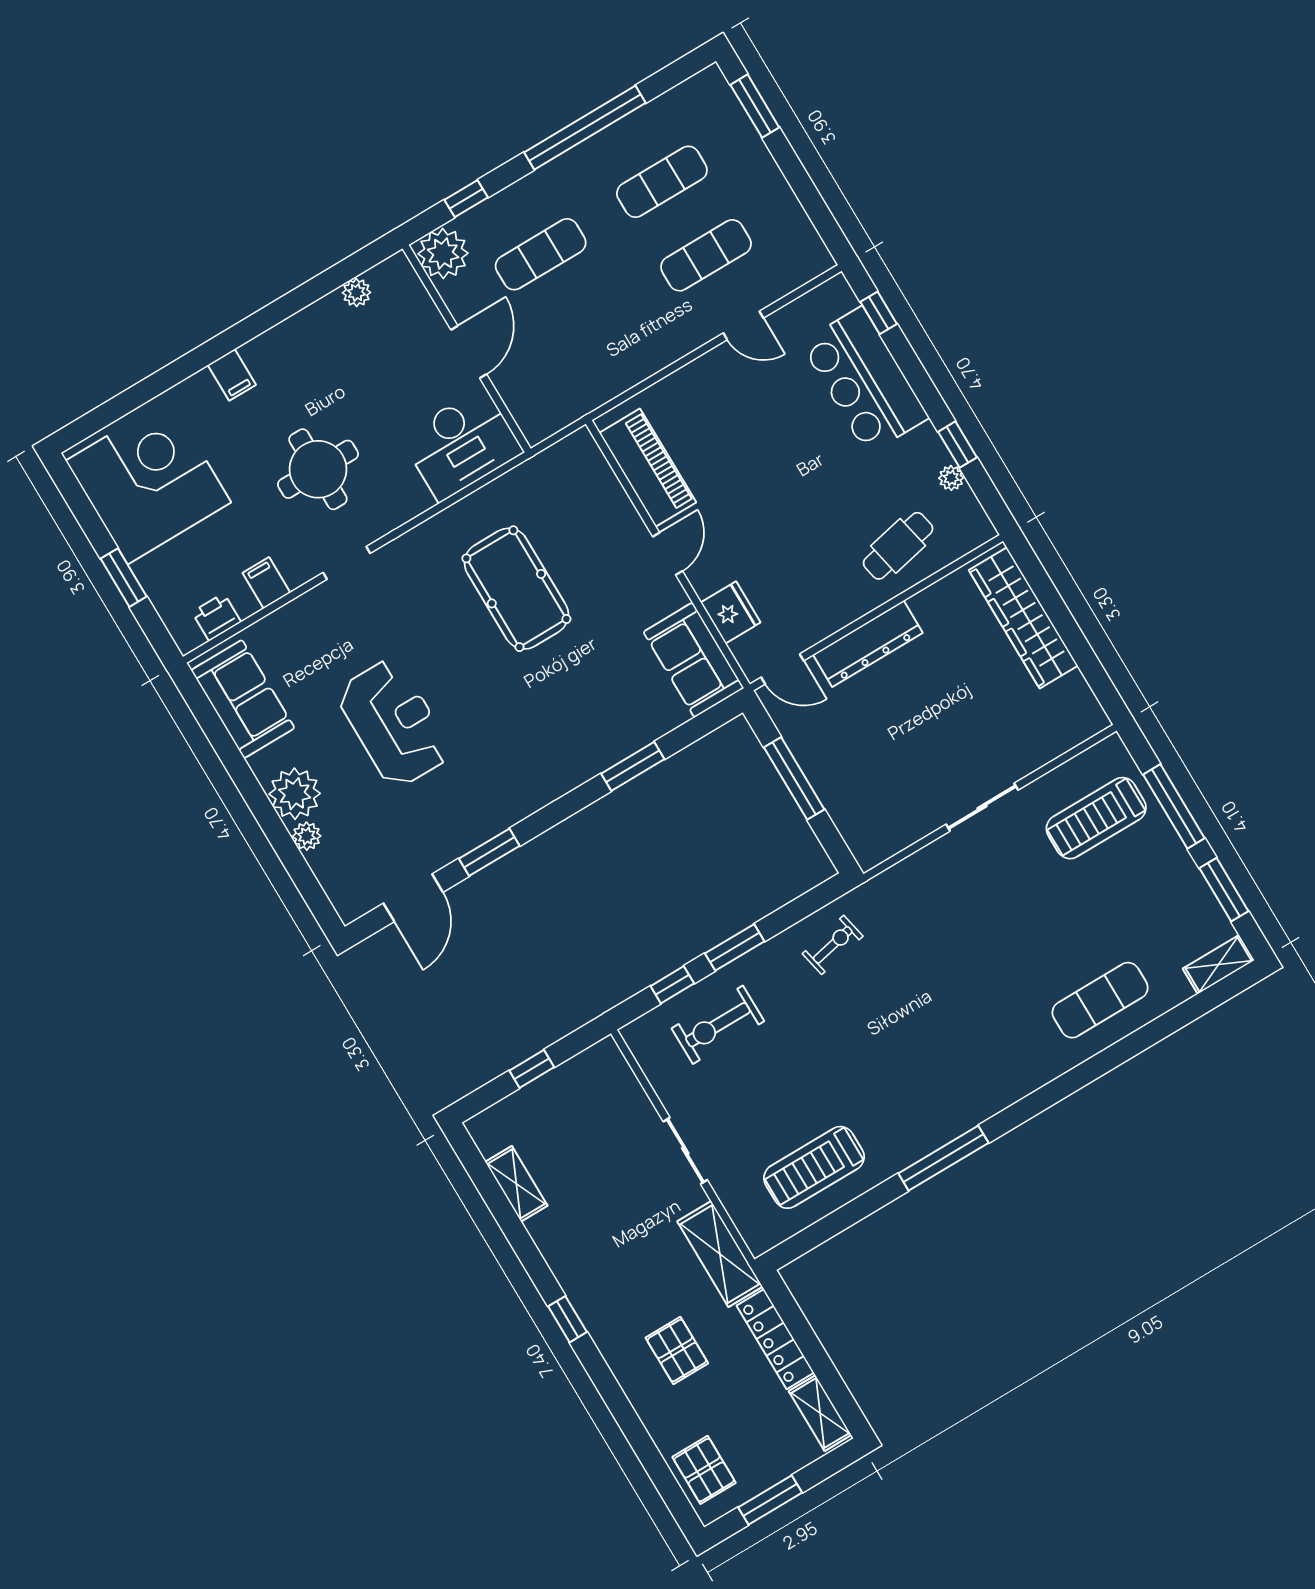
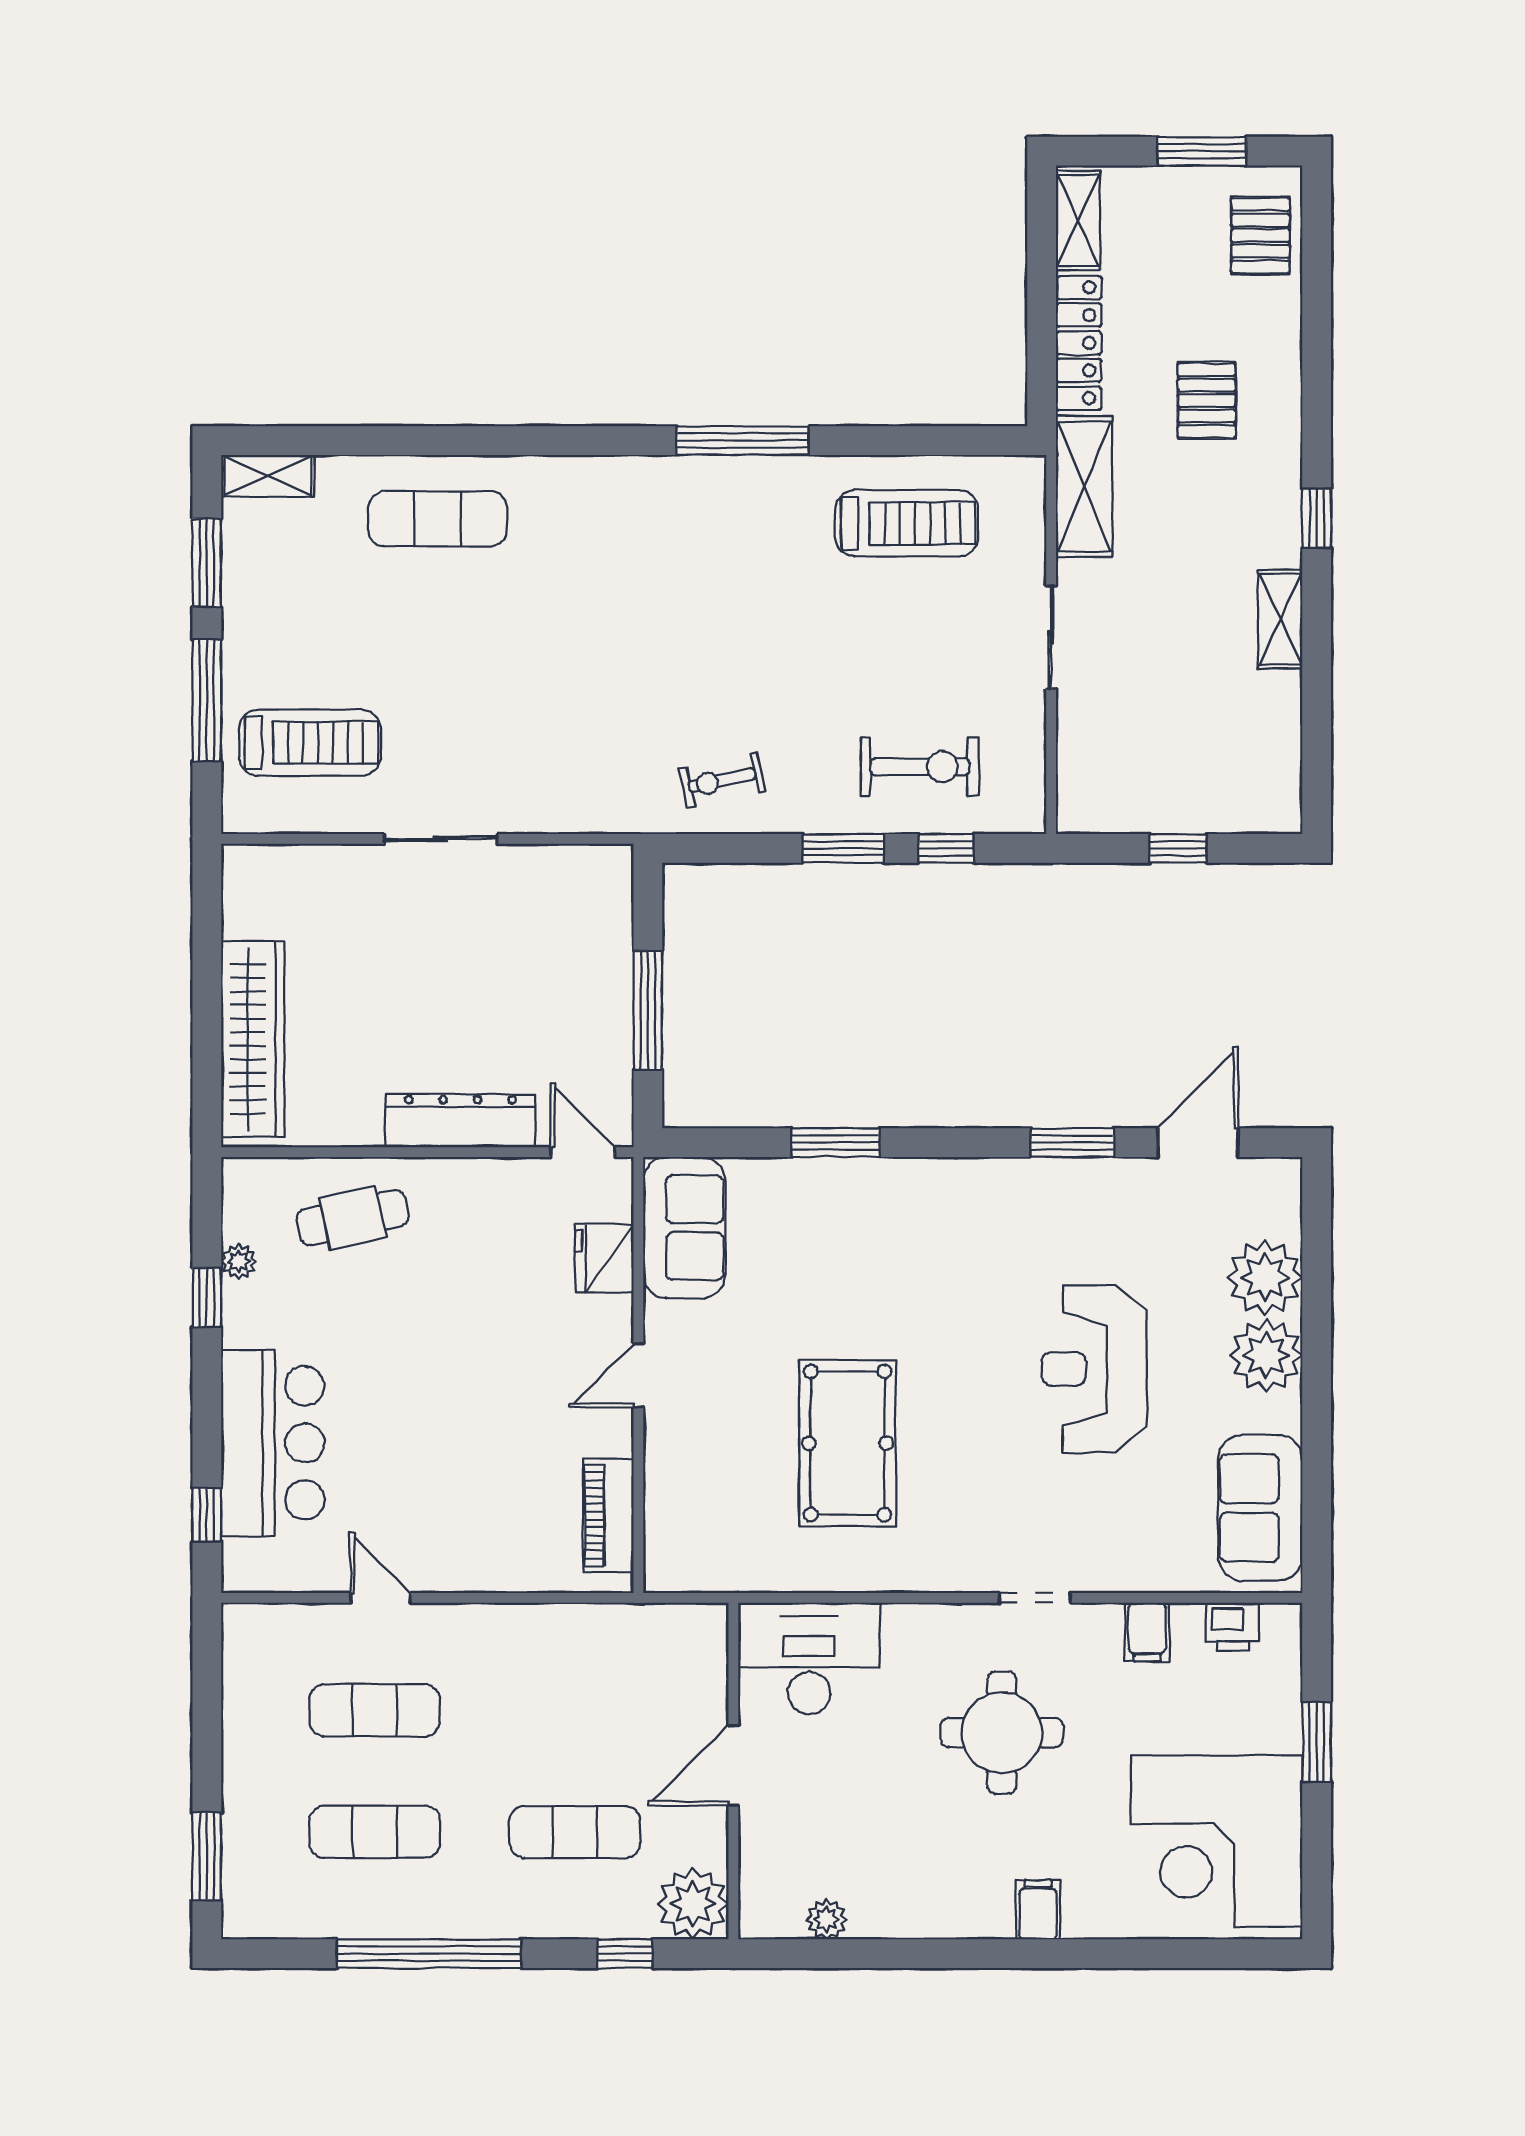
piano: (648, 468) -> (608, 1515), width x0.73, depth x0.75
plant: (307, 836) -> (1265, 1277), width x1.88, depth x1.88
shelving: (516, 1184) -> (1280, 619), moved

